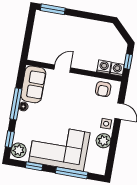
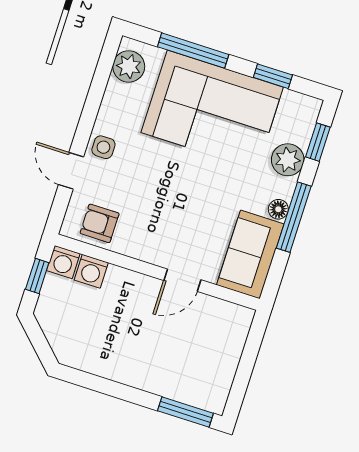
armchair: (103, 89) -> (100, 223), turned -90
plant: (103, 141) -> (129, 66), moved
plant: (19, 150) -> (288, 160), moved

